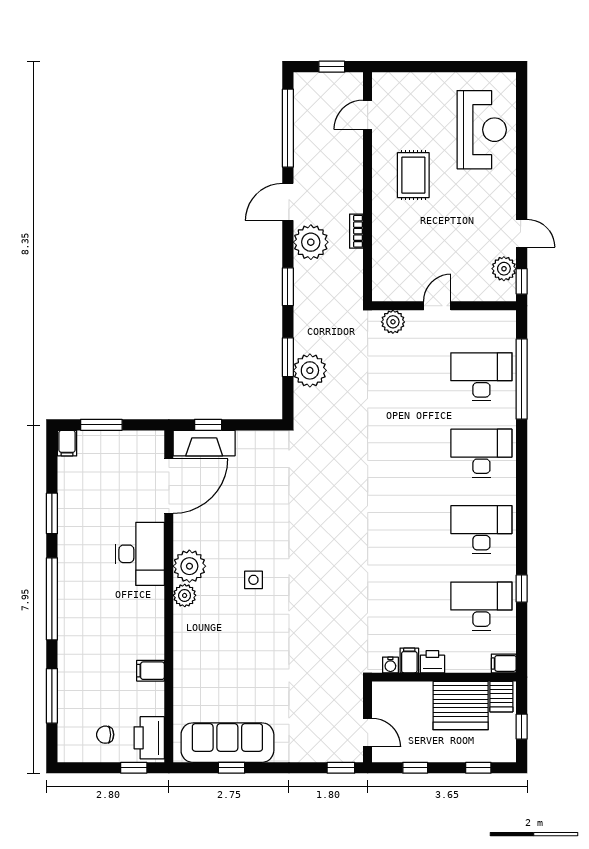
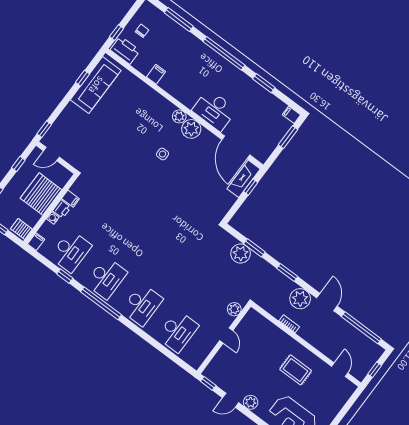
plant: (504, 269) -> (251, 402), moved
window: (522, 379) -> (101, 303), moved
water cooler: (390, 665) -> (53, 218), moved
server rack: (461, 706) -> (41, 194), moved

